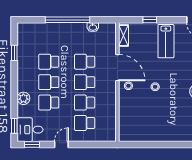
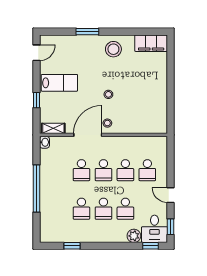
washbasin: (93, 27) -> (44, 142), moved
plant: (23, 98) -> (134, 236), moved

